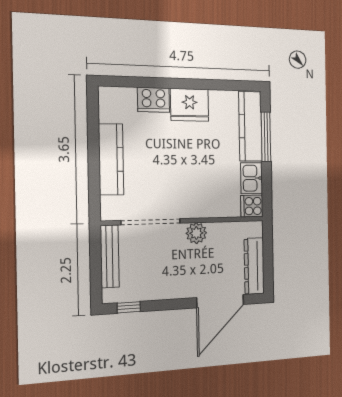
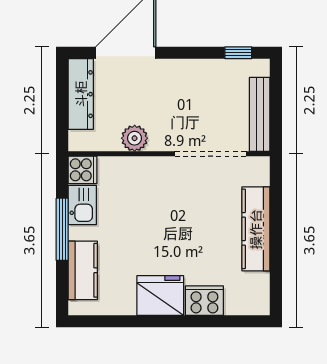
kitchen counter: (250, 126) -> (83, 270), width x0.67
window: (266, 137) -> (62, 229), moved
plant: (196, 233) -> (135, 138), moved

